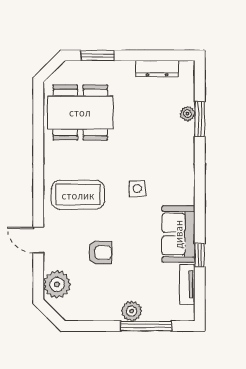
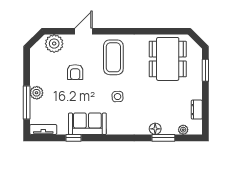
dresser: (157, 68) -> (197, 110), width x0.70
plant: (187, 114) -> (183, 130), moved
floor lamp: (186, 131) -> (155, 129), added
tv unit: (187, 284) -> (43, 129), moved

